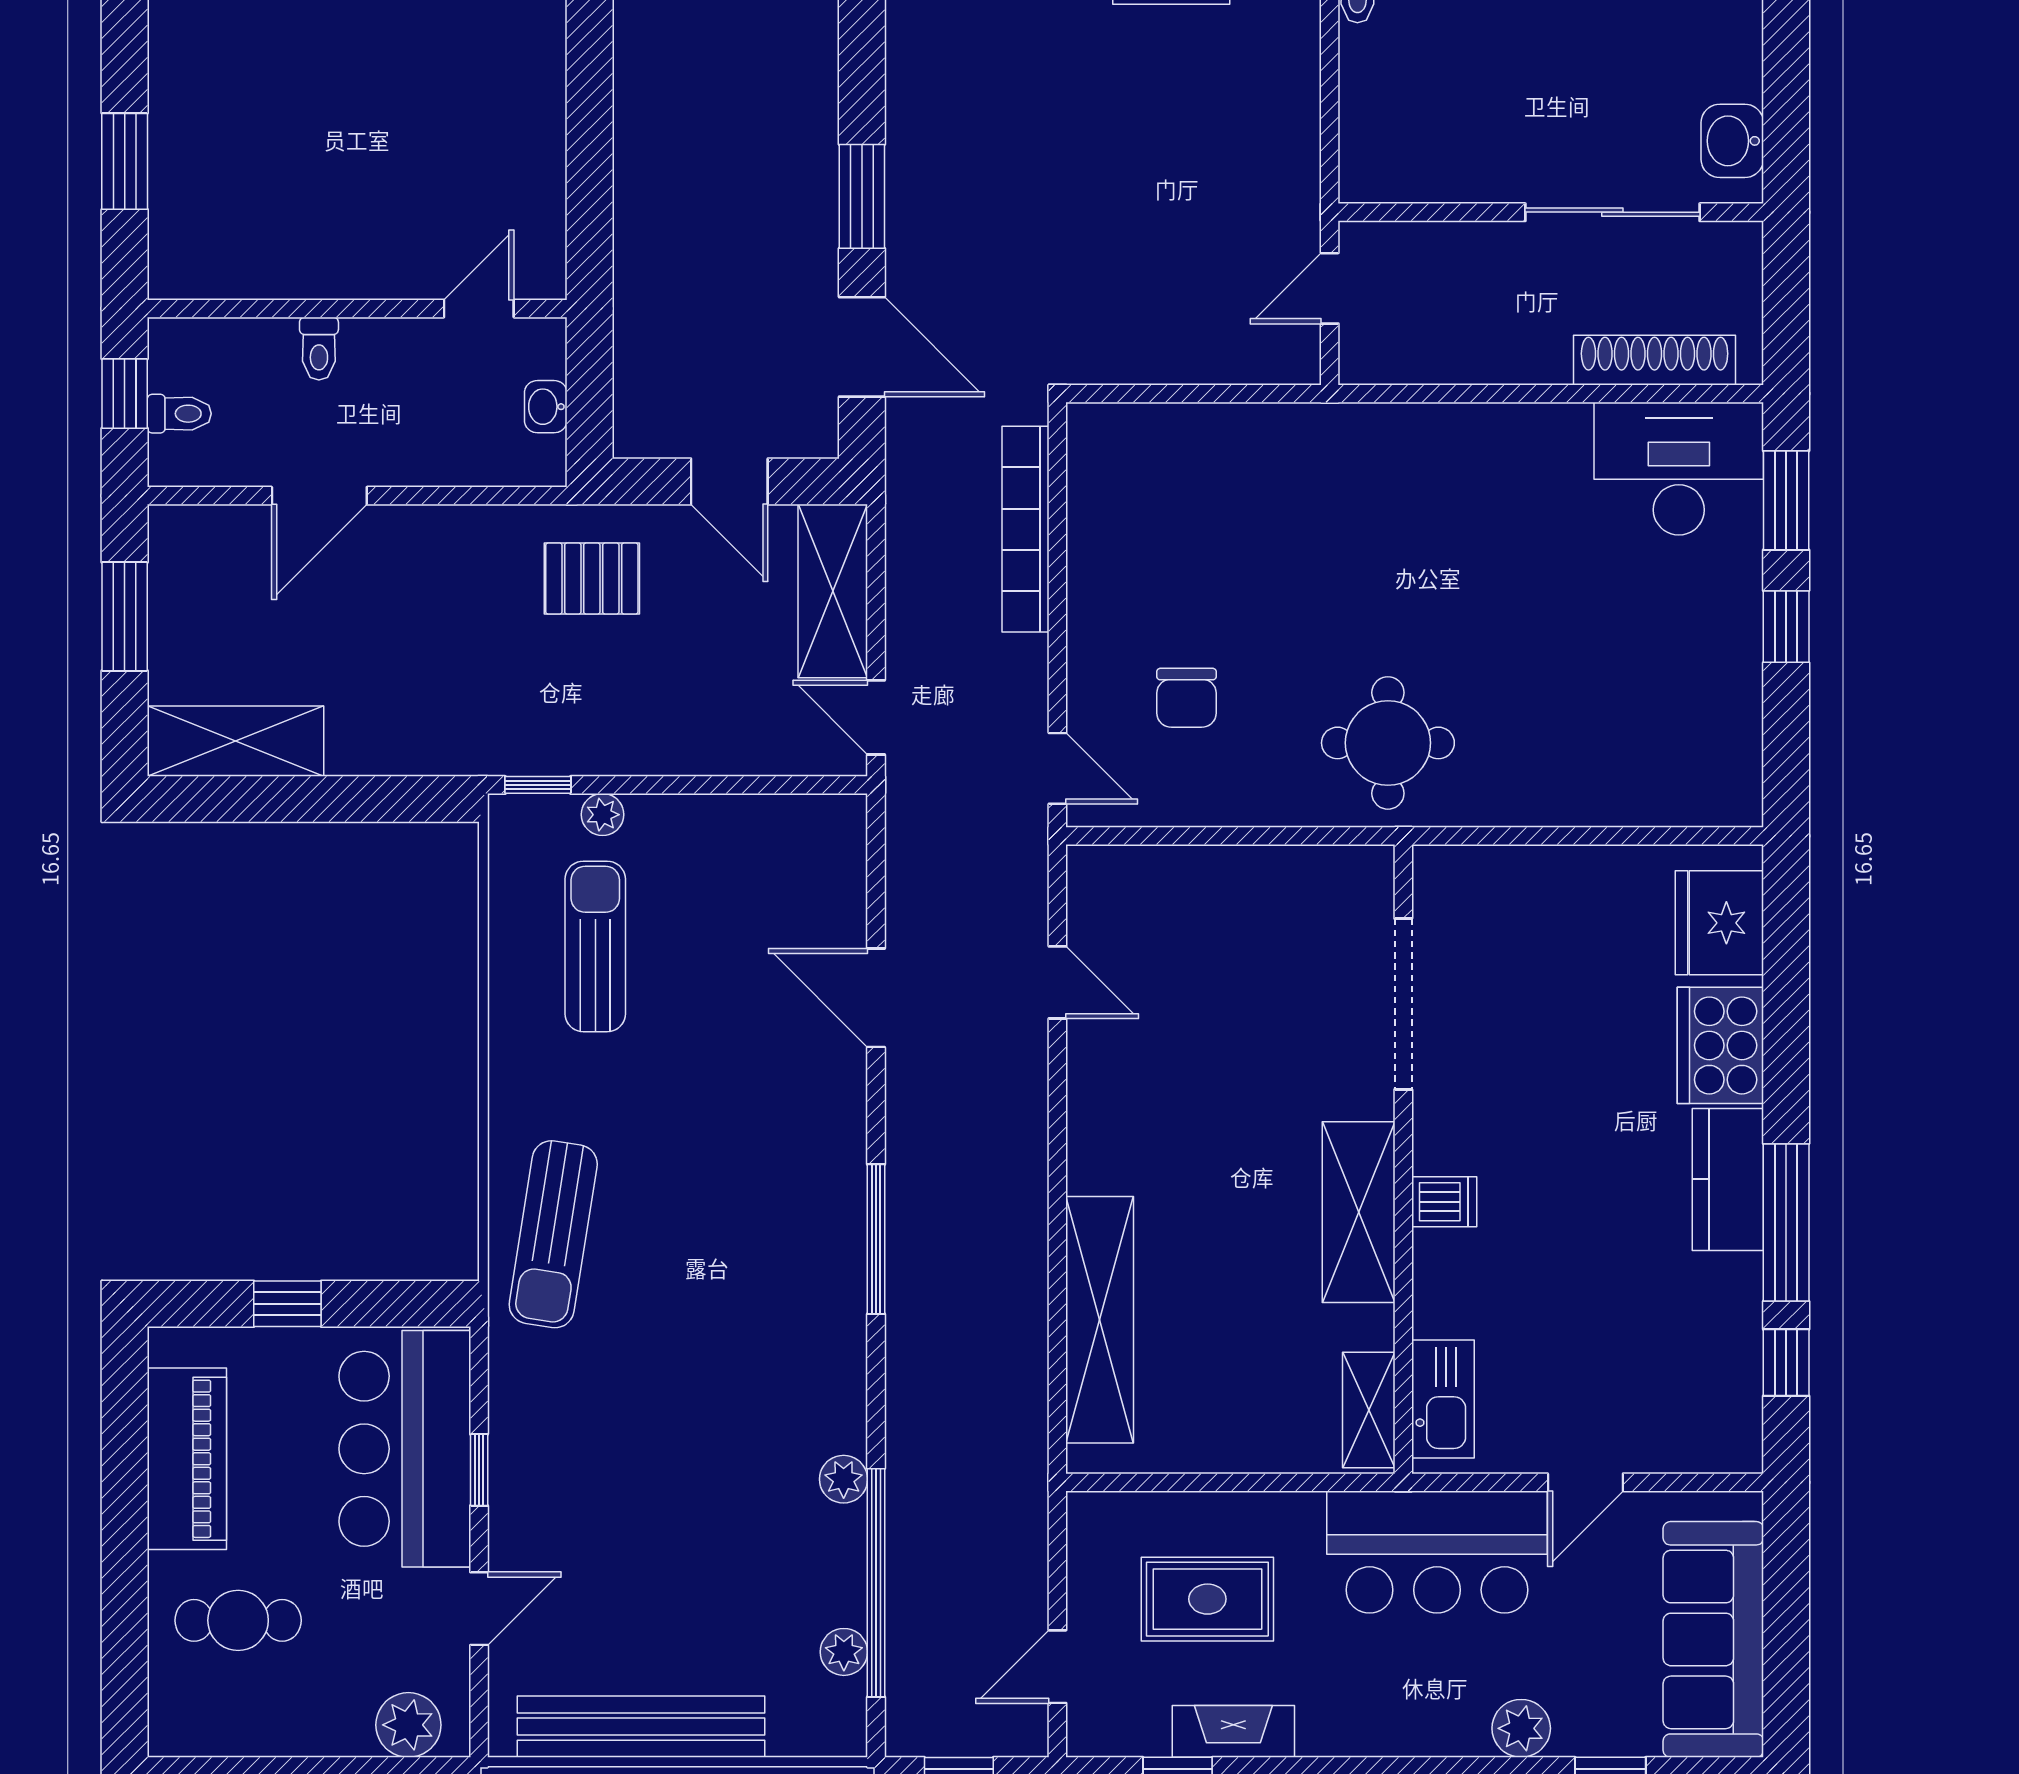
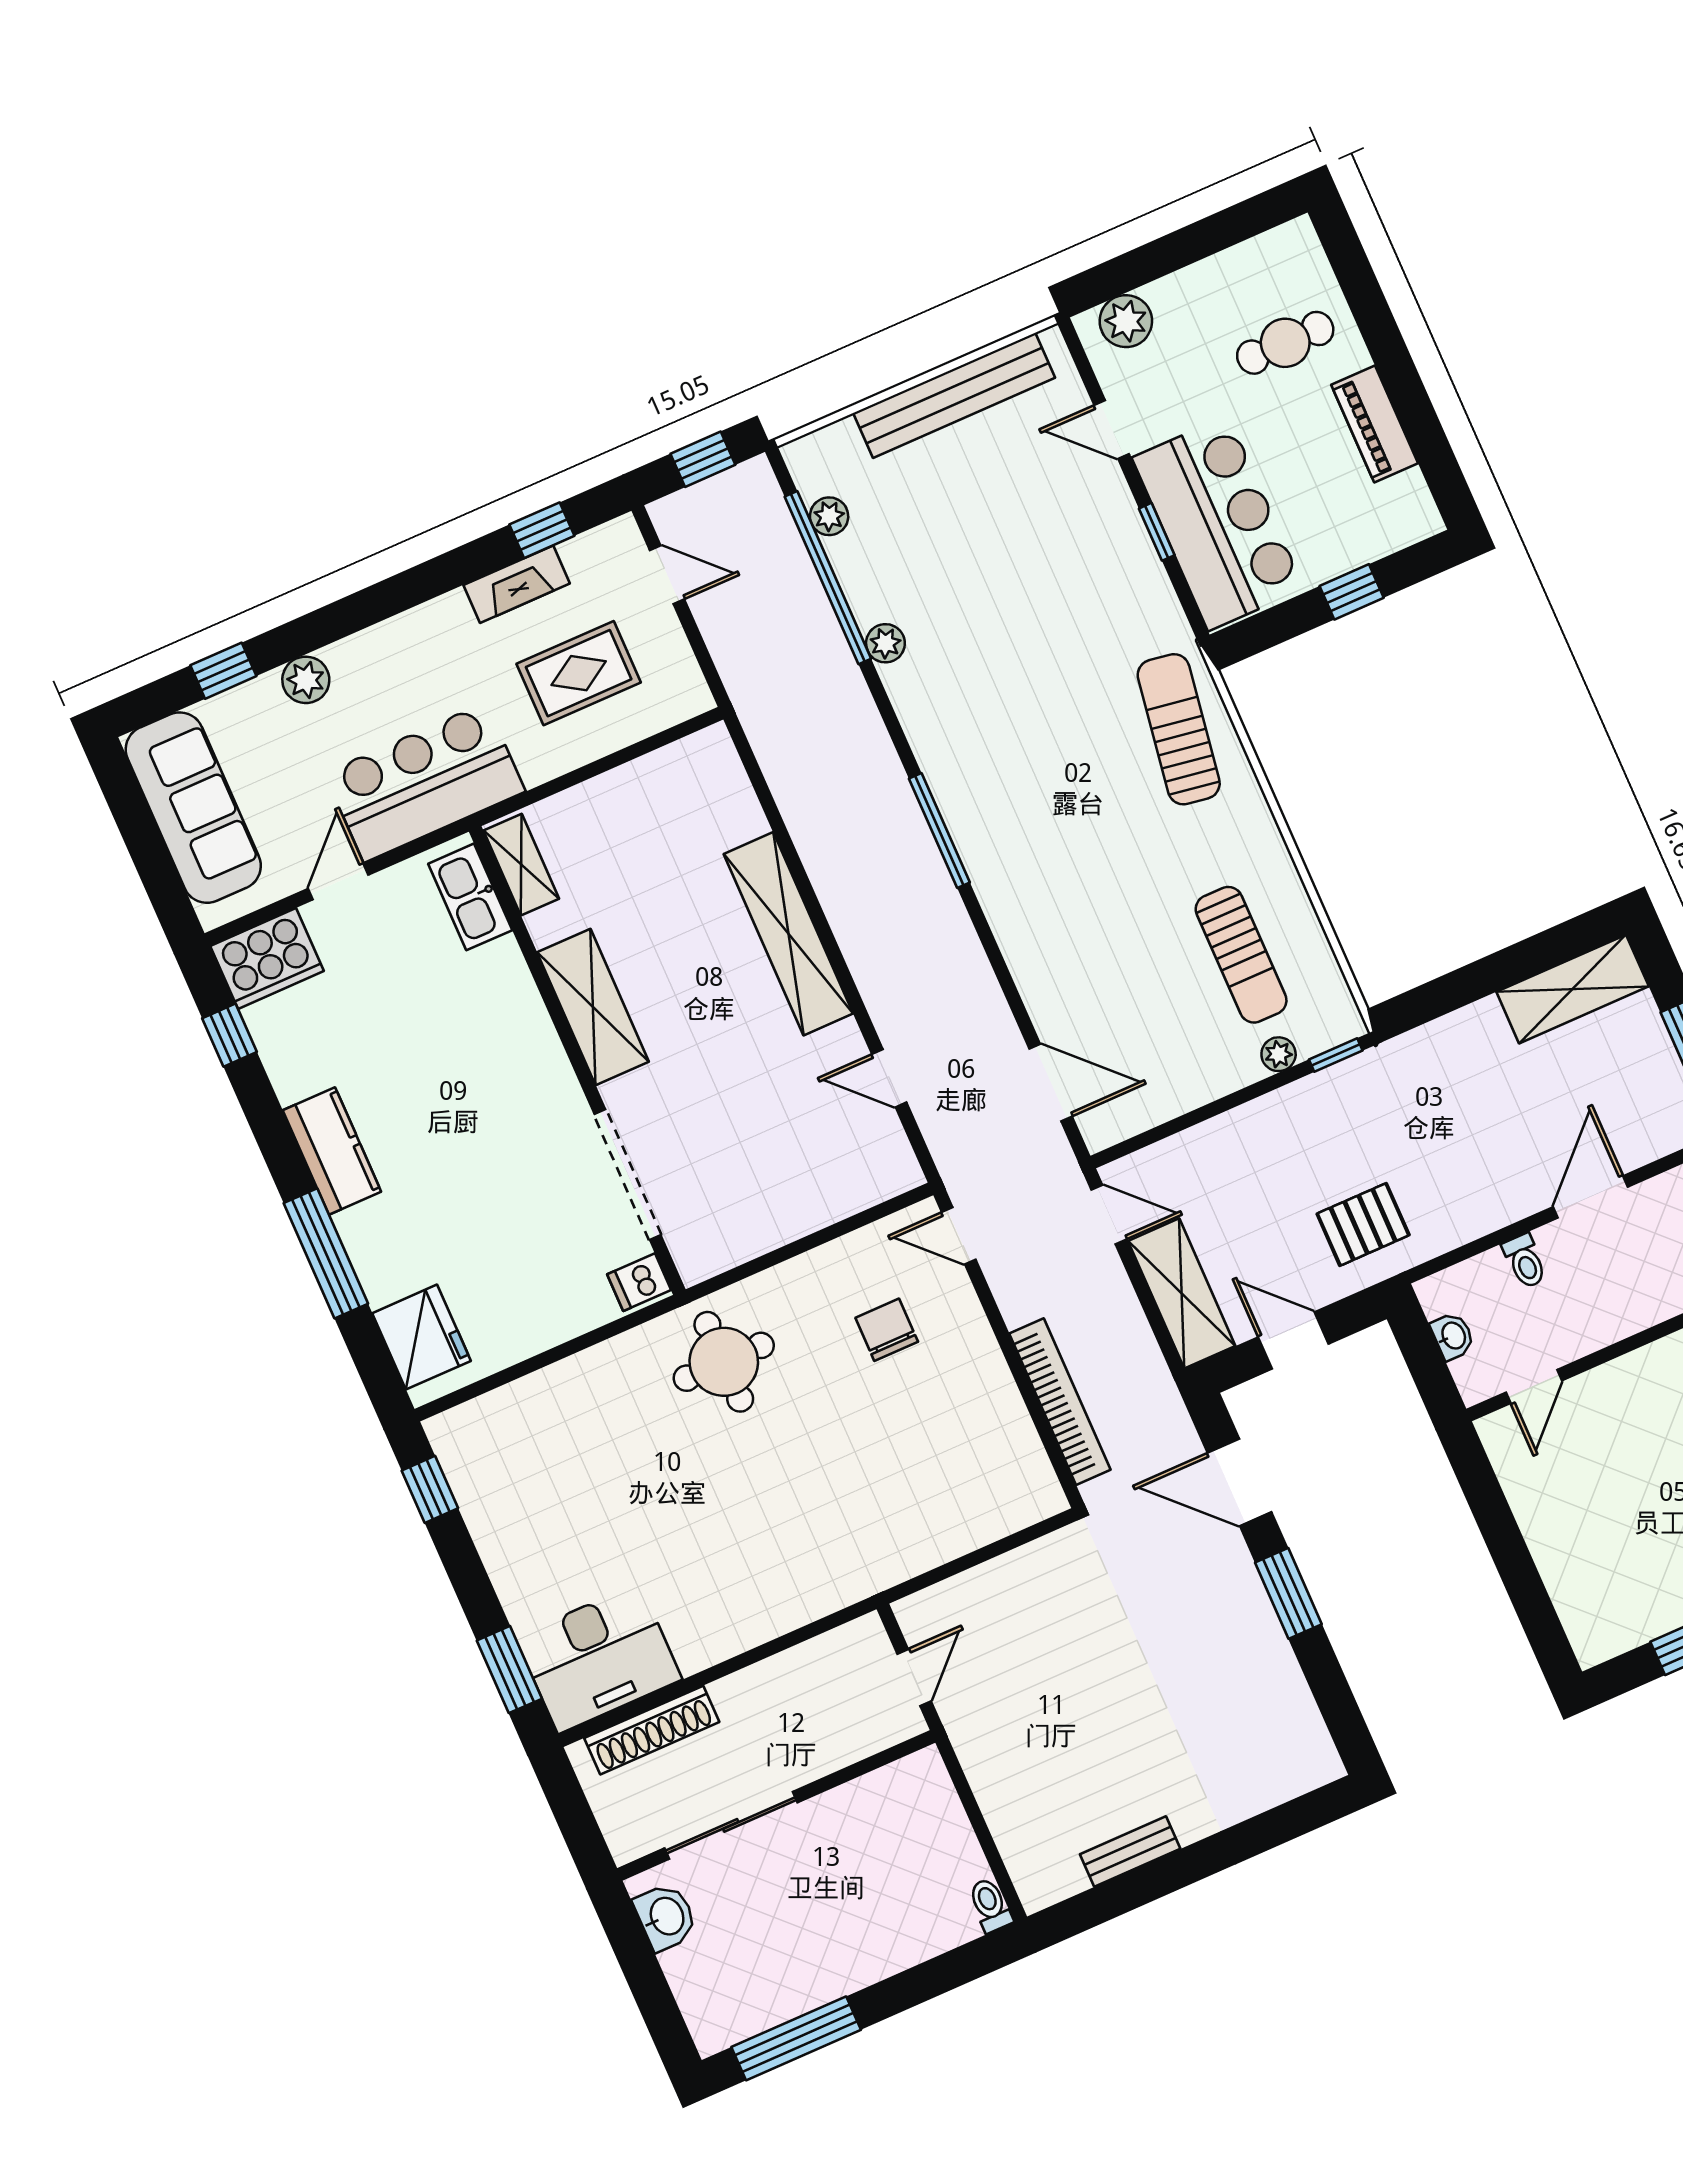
toilet: (319, 349) -> (1525, 1261), moved, turned 180
window: (1786, 627) -> (430, 1489), moved
door: (876, 998) -> (1051, 1082), moved
cooker: (1720, 1045) -> (267, 959), moved, turned 90
dishwasher: (1444, 1202) -> (639, 1282), moved
window: (1786, 1222) -> (326, 1253), moved
shelving: (1100, 1320) -> (788, 934), moved
piano: (187, 1459) -> (1375, 424), width x0.73, depth x0.75
door: (479, 1609) -> (1112, 430), hinge flipped
door: (1057, 1667) -> (667, 575), hinge flipped

